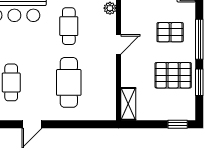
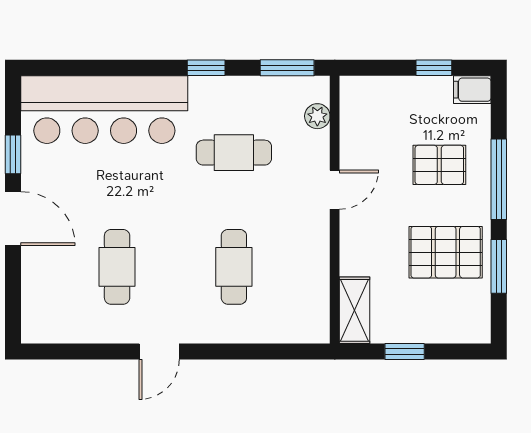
cafe table: (69, 26) -> (234, 153), turned 90
cafe table: (69, 82) -> (234, 267), width x0.73, depth x0.74
window: (178, 124) -> (405, 352), moved

